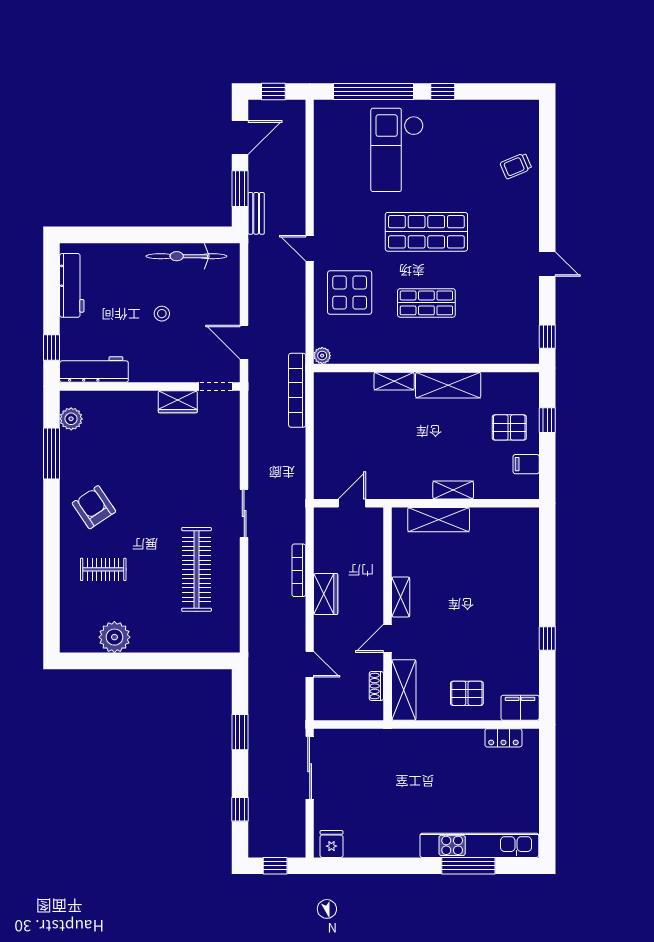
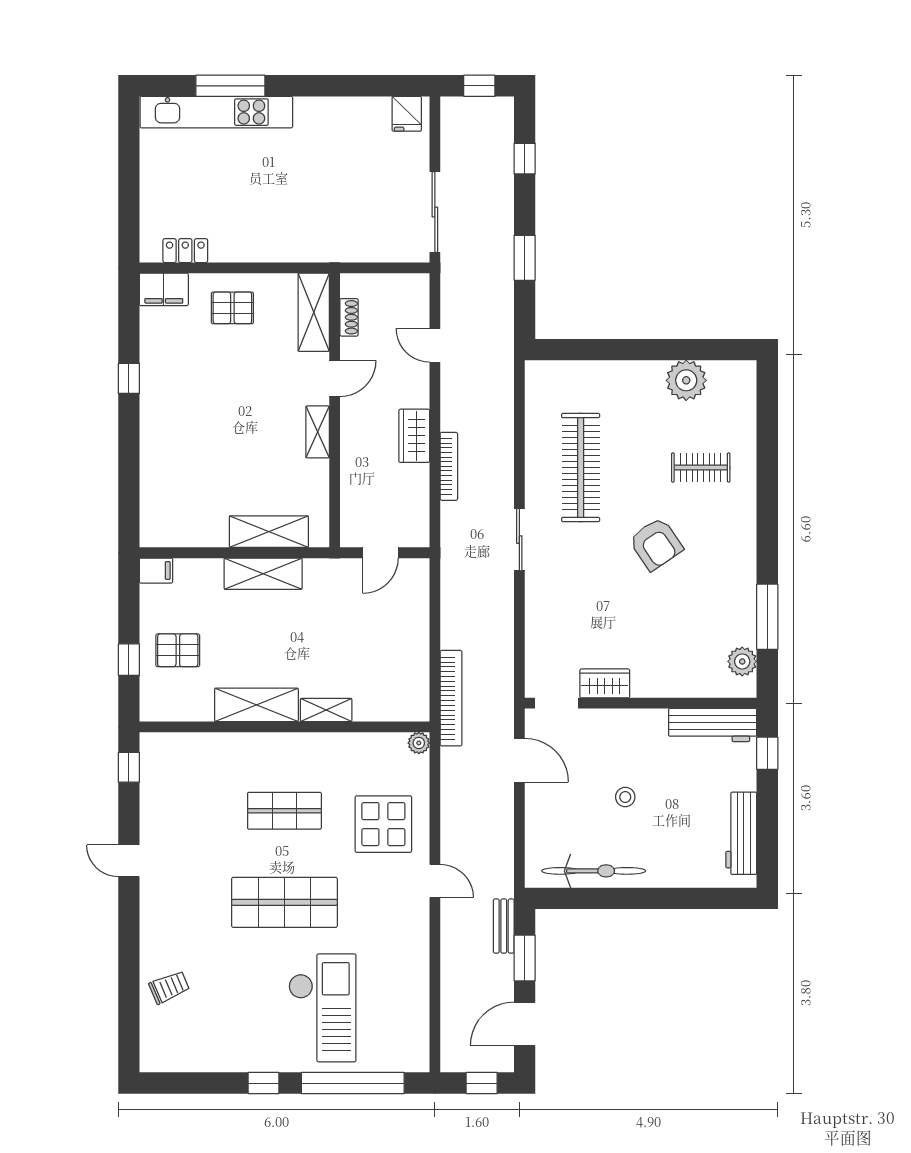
filing cabinet: (526, 464) -> (156, 571), moved
shelving: (453, 490) -> (263, 574), width x1.50, depth x1.33
armchair: (94, 507) -> (656, 544), moved

